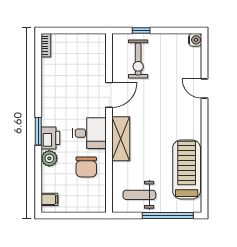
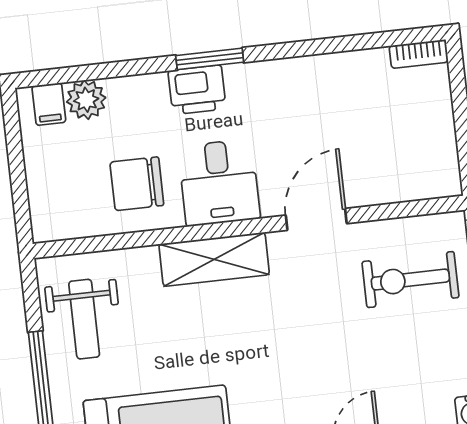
door: (109, 95) -> (316, 219), swing flipped
plant: (49, 158) -> (86, 100), moved
weight bench: (139, 195) -> (84, 319), turned 180

